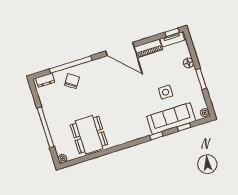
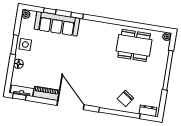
side table: (166, 92) -> (25, 45), moved
dining table: (89, 135) -> (134, 45), turned 90

